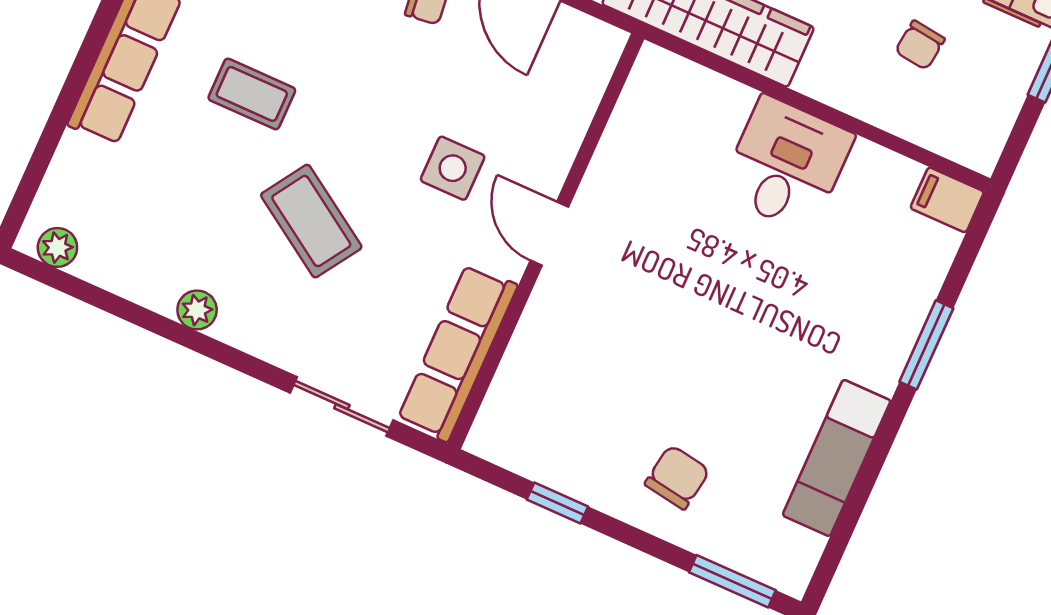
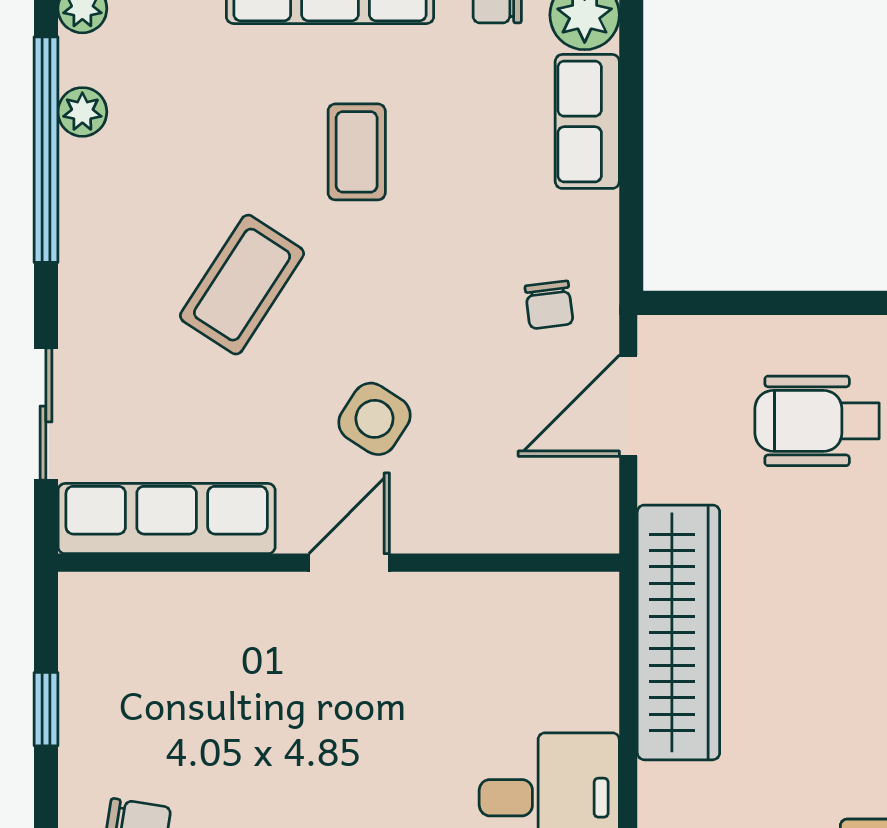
side table: (453, 168) -> (374, 419), turned 33
plant: (197, 310) -> (82, 112), moved
window: (149, 320) -> (46, 150), added

